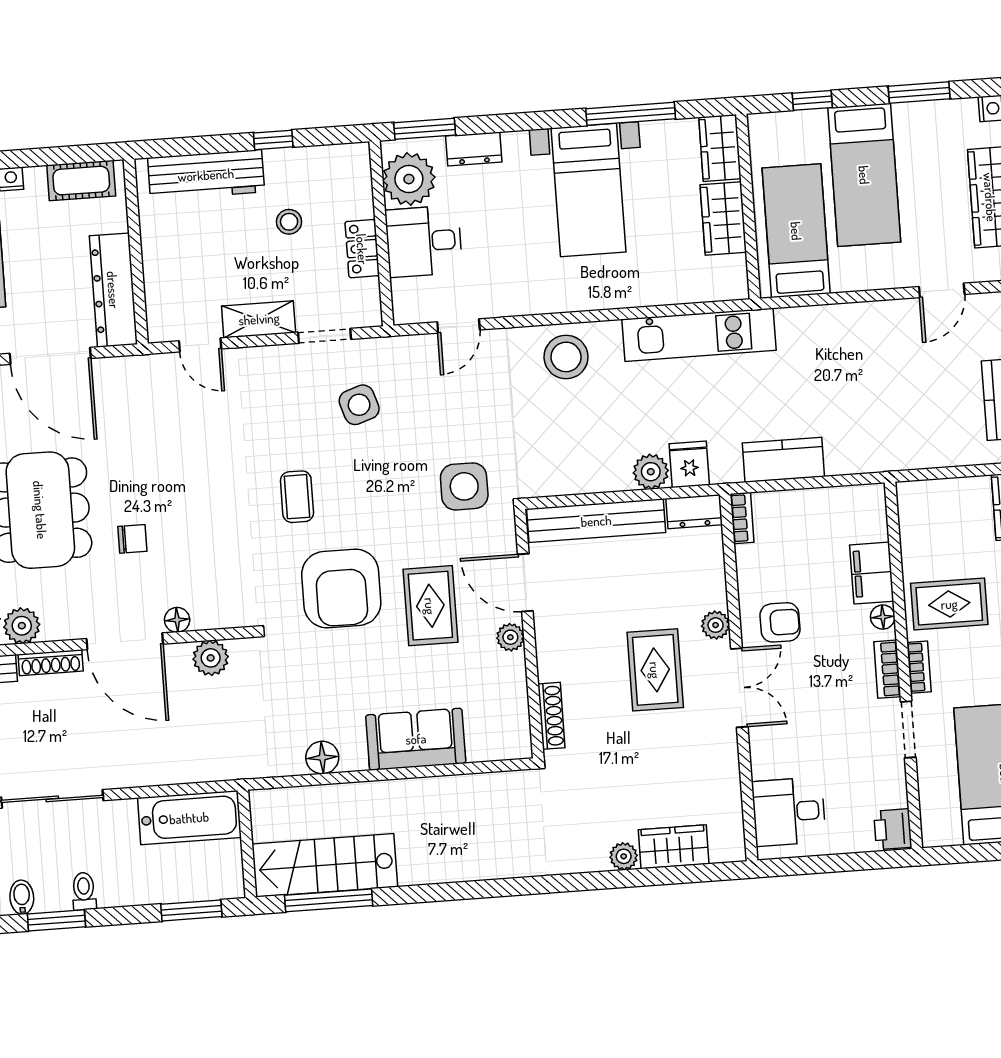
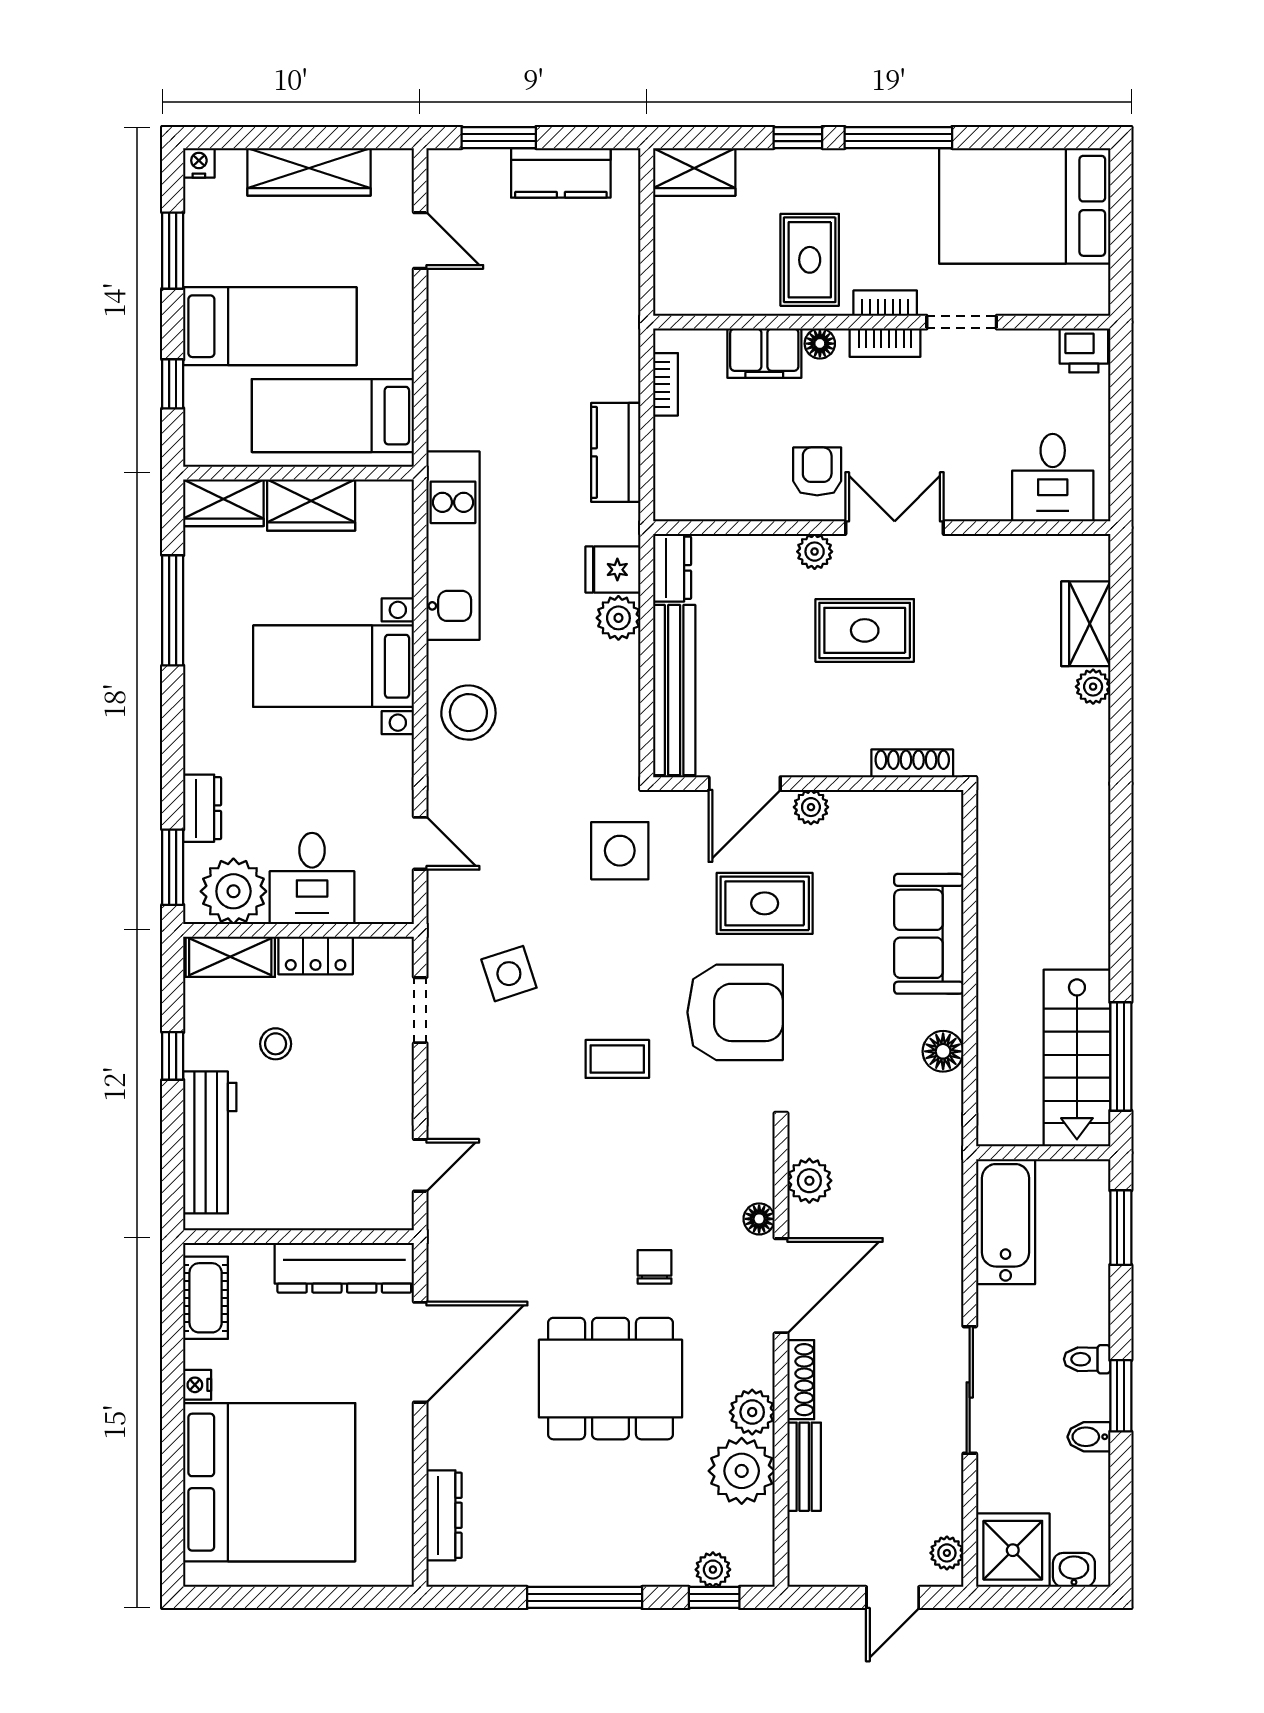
bed with nightstands: (588, 190) -> (334, 666), moved, turned 180
shelving: (259, 319) -> (230, 957), moved, turned 90
bookcase: (742, 518) -> (666, 384), moved, turned 90

